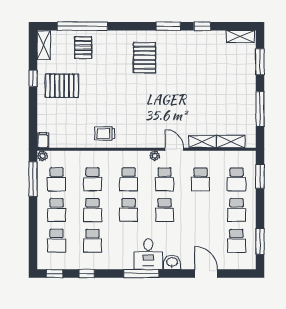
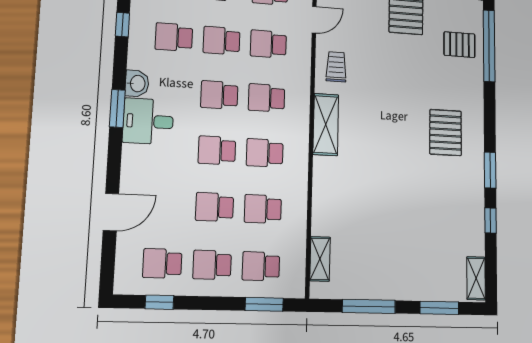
pallet: (145, 58) -> (446, 133), turned 90
shelving: (202, 142) -> (326, 125), moved, width x1.50, depth x1.33
door: (174, 149) -> (314, 20), moved
plant: (155, 156) -> (301, 140), removed
school desk: (200, 210) -> (215, 207), added
window: (260, 241) -> (159, 302), width x0.67
washbasin: (172, 262) -> (137, 84), moved
window: (141, 274) -> (117, 108), width x0.69

